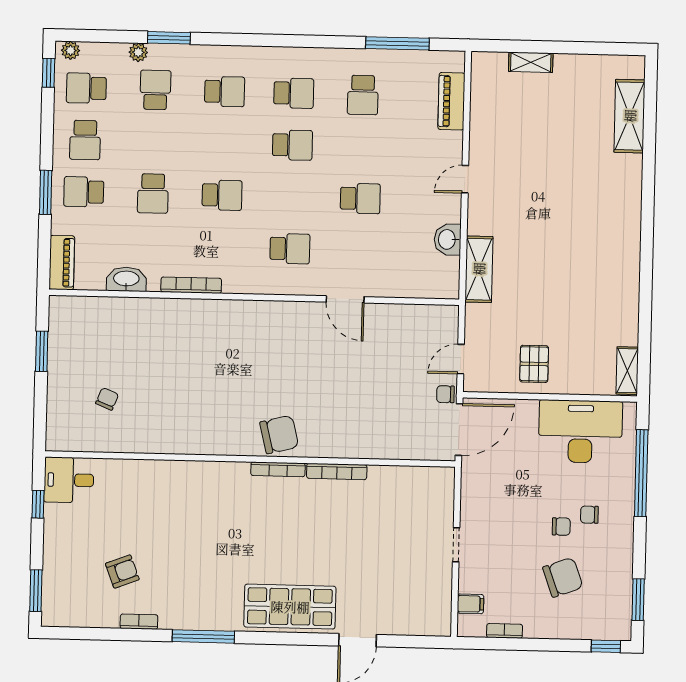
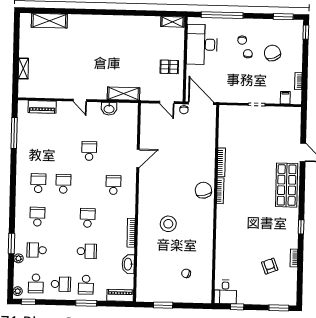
school desk: (363, 95) -> (39, 150), removed
stool: (210, 362) -> (168, 224), added
window: (203, 636) -> (301, 227), width x0.46

